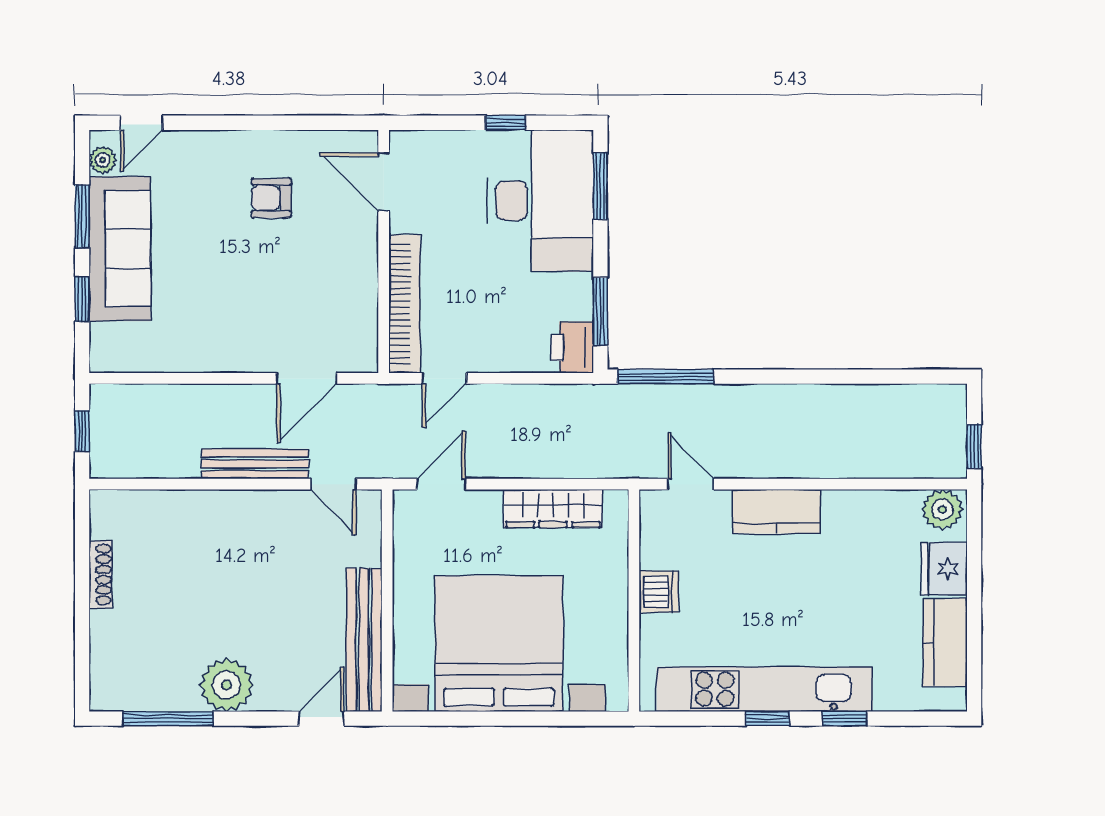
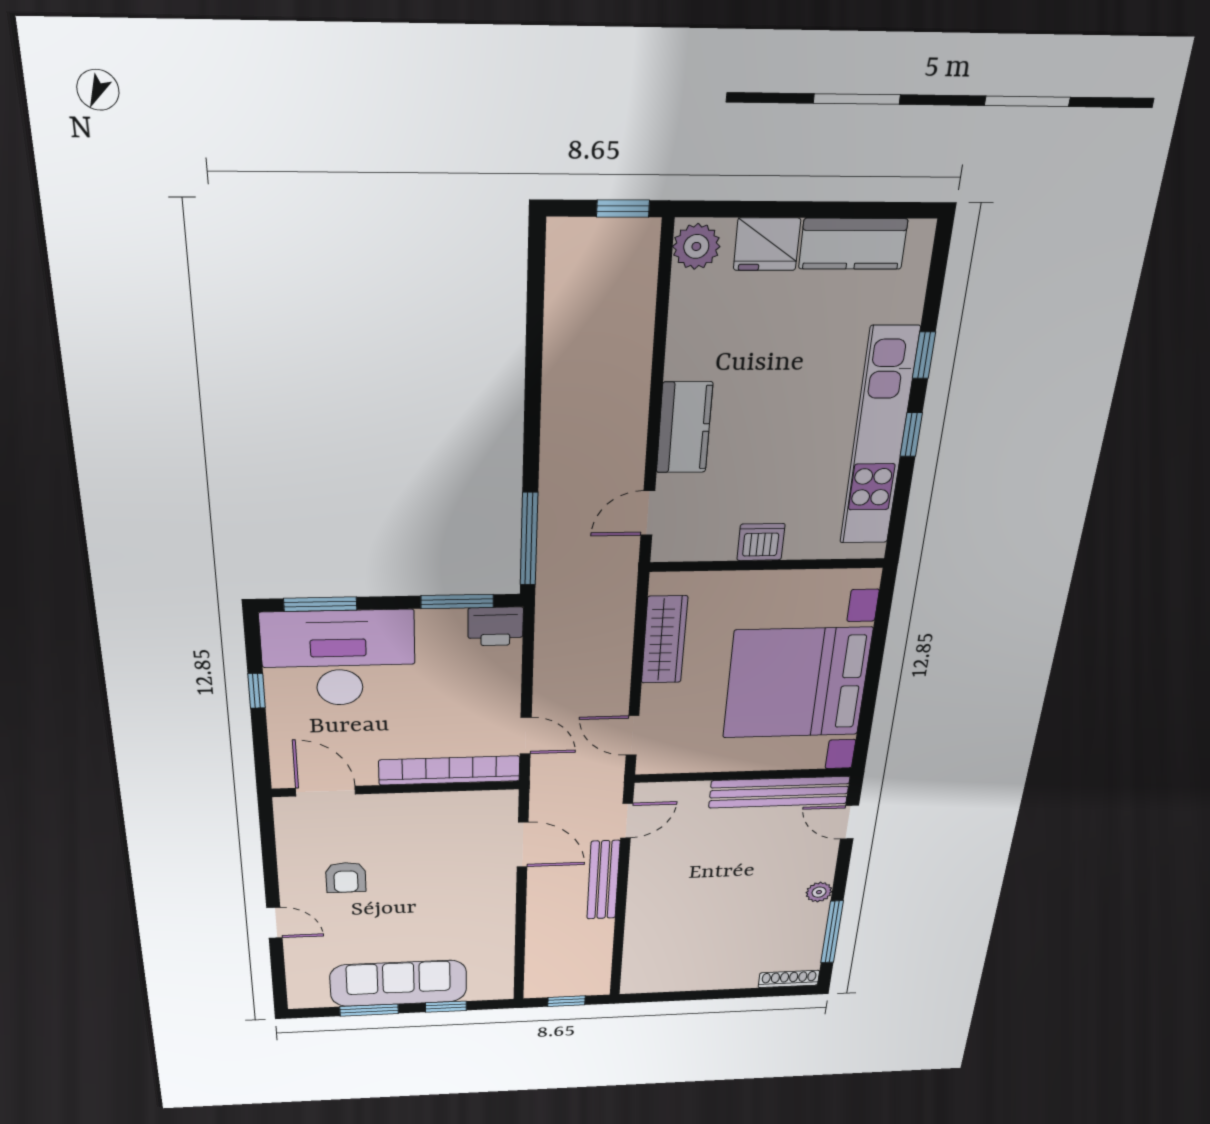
door: (141, 123) -> (274, 923), moved
plant: (103, 160) -> (316, 999), removed
door: (384, 182) -> (325, 791), swing flipped
shoe rack: (101, 575) -> (789, 979), moved
plant: (226, 685) -> (819, 892), width x0.53, depth x0.53

